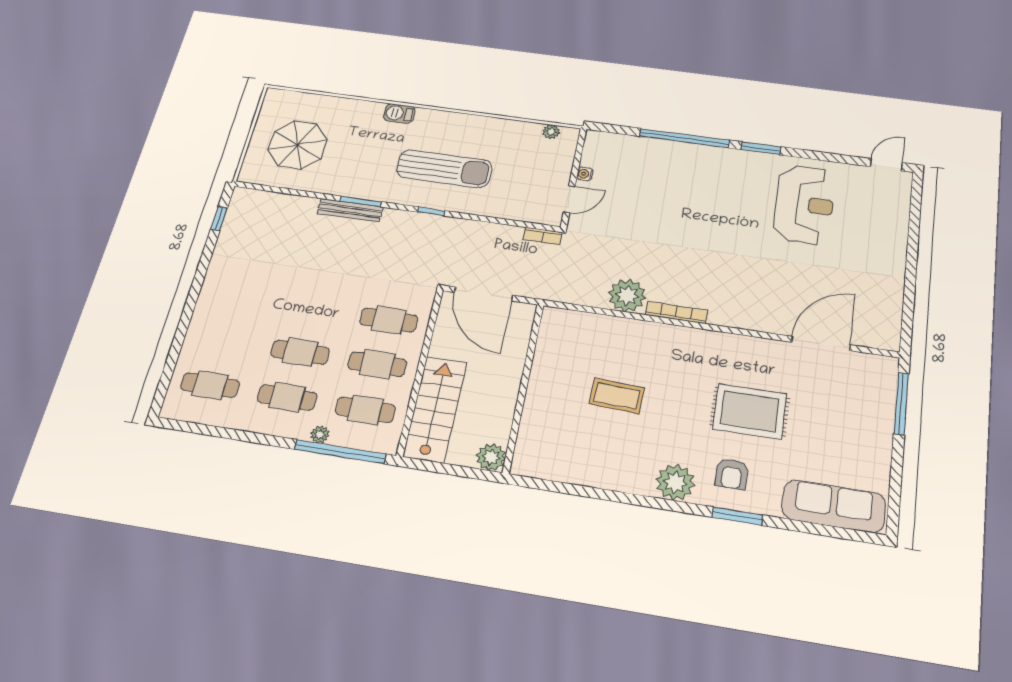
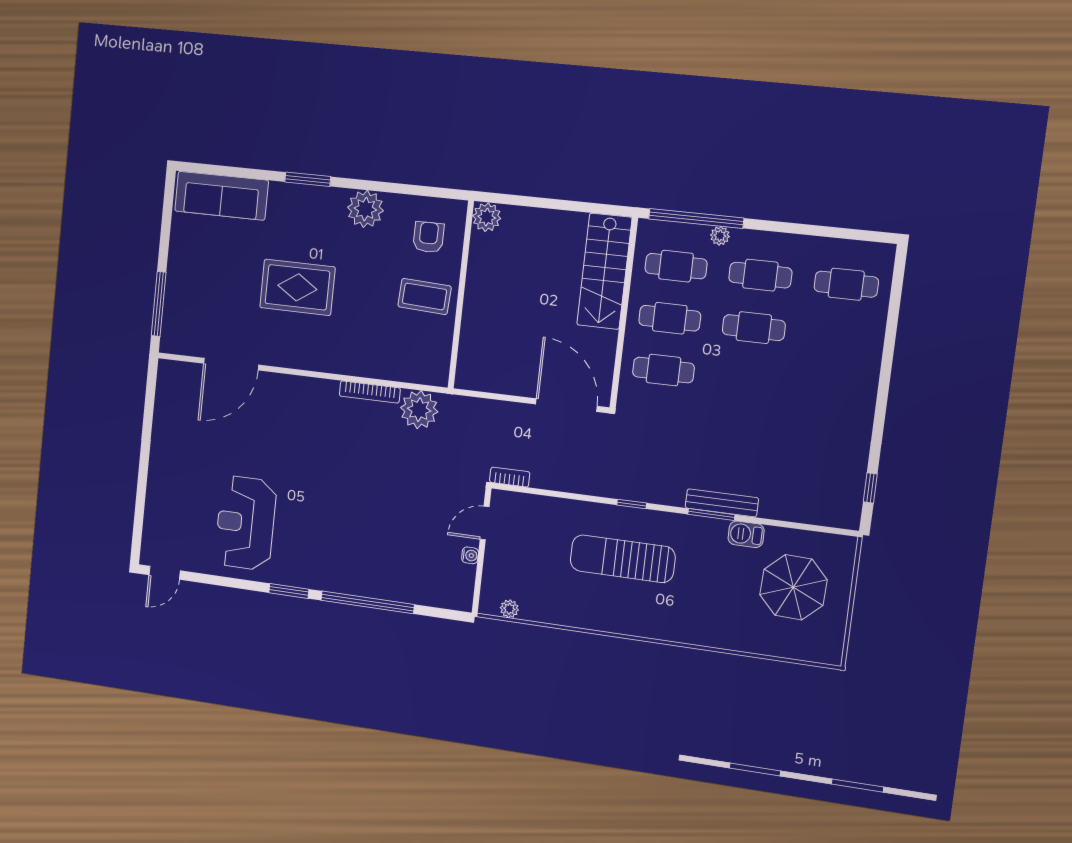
barbecue: (399, 114) -> (746, 534), moved, turned 180
wall: (524, 387) -> (461, 295), moved
plant: (491, 457) -> (487, 217), moved
armchair: (732, 474) -> (429, 237), moved

